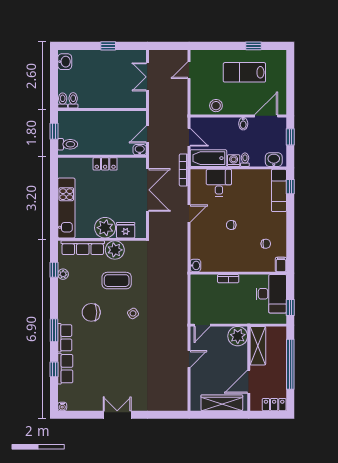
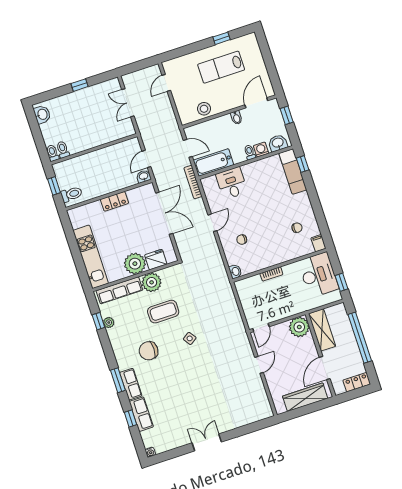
washing machine: (234, 161) -> (261, 150), moved
chair: (231, 225) -> (242, 240), moved

